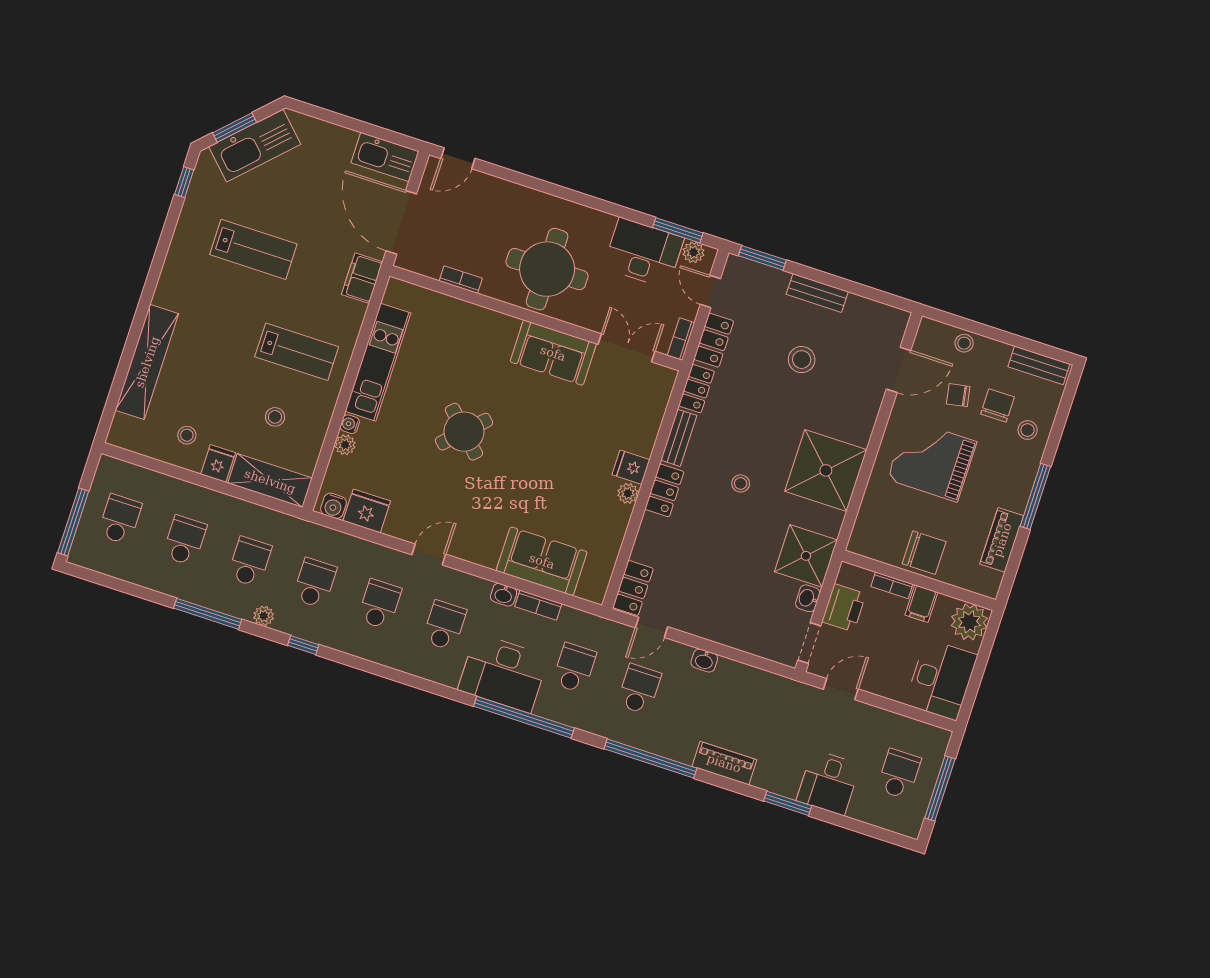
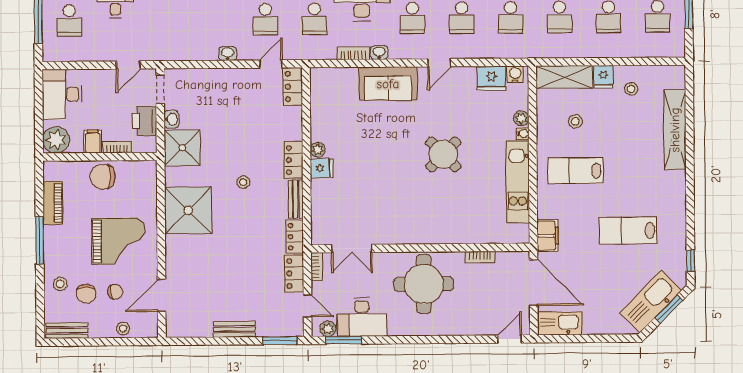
sofa: (553, 353) -> (401, 228), removed
stool: (802, 360) -> (230, 280), removed
sofa: (542, 561) -> (388, 84), moved

